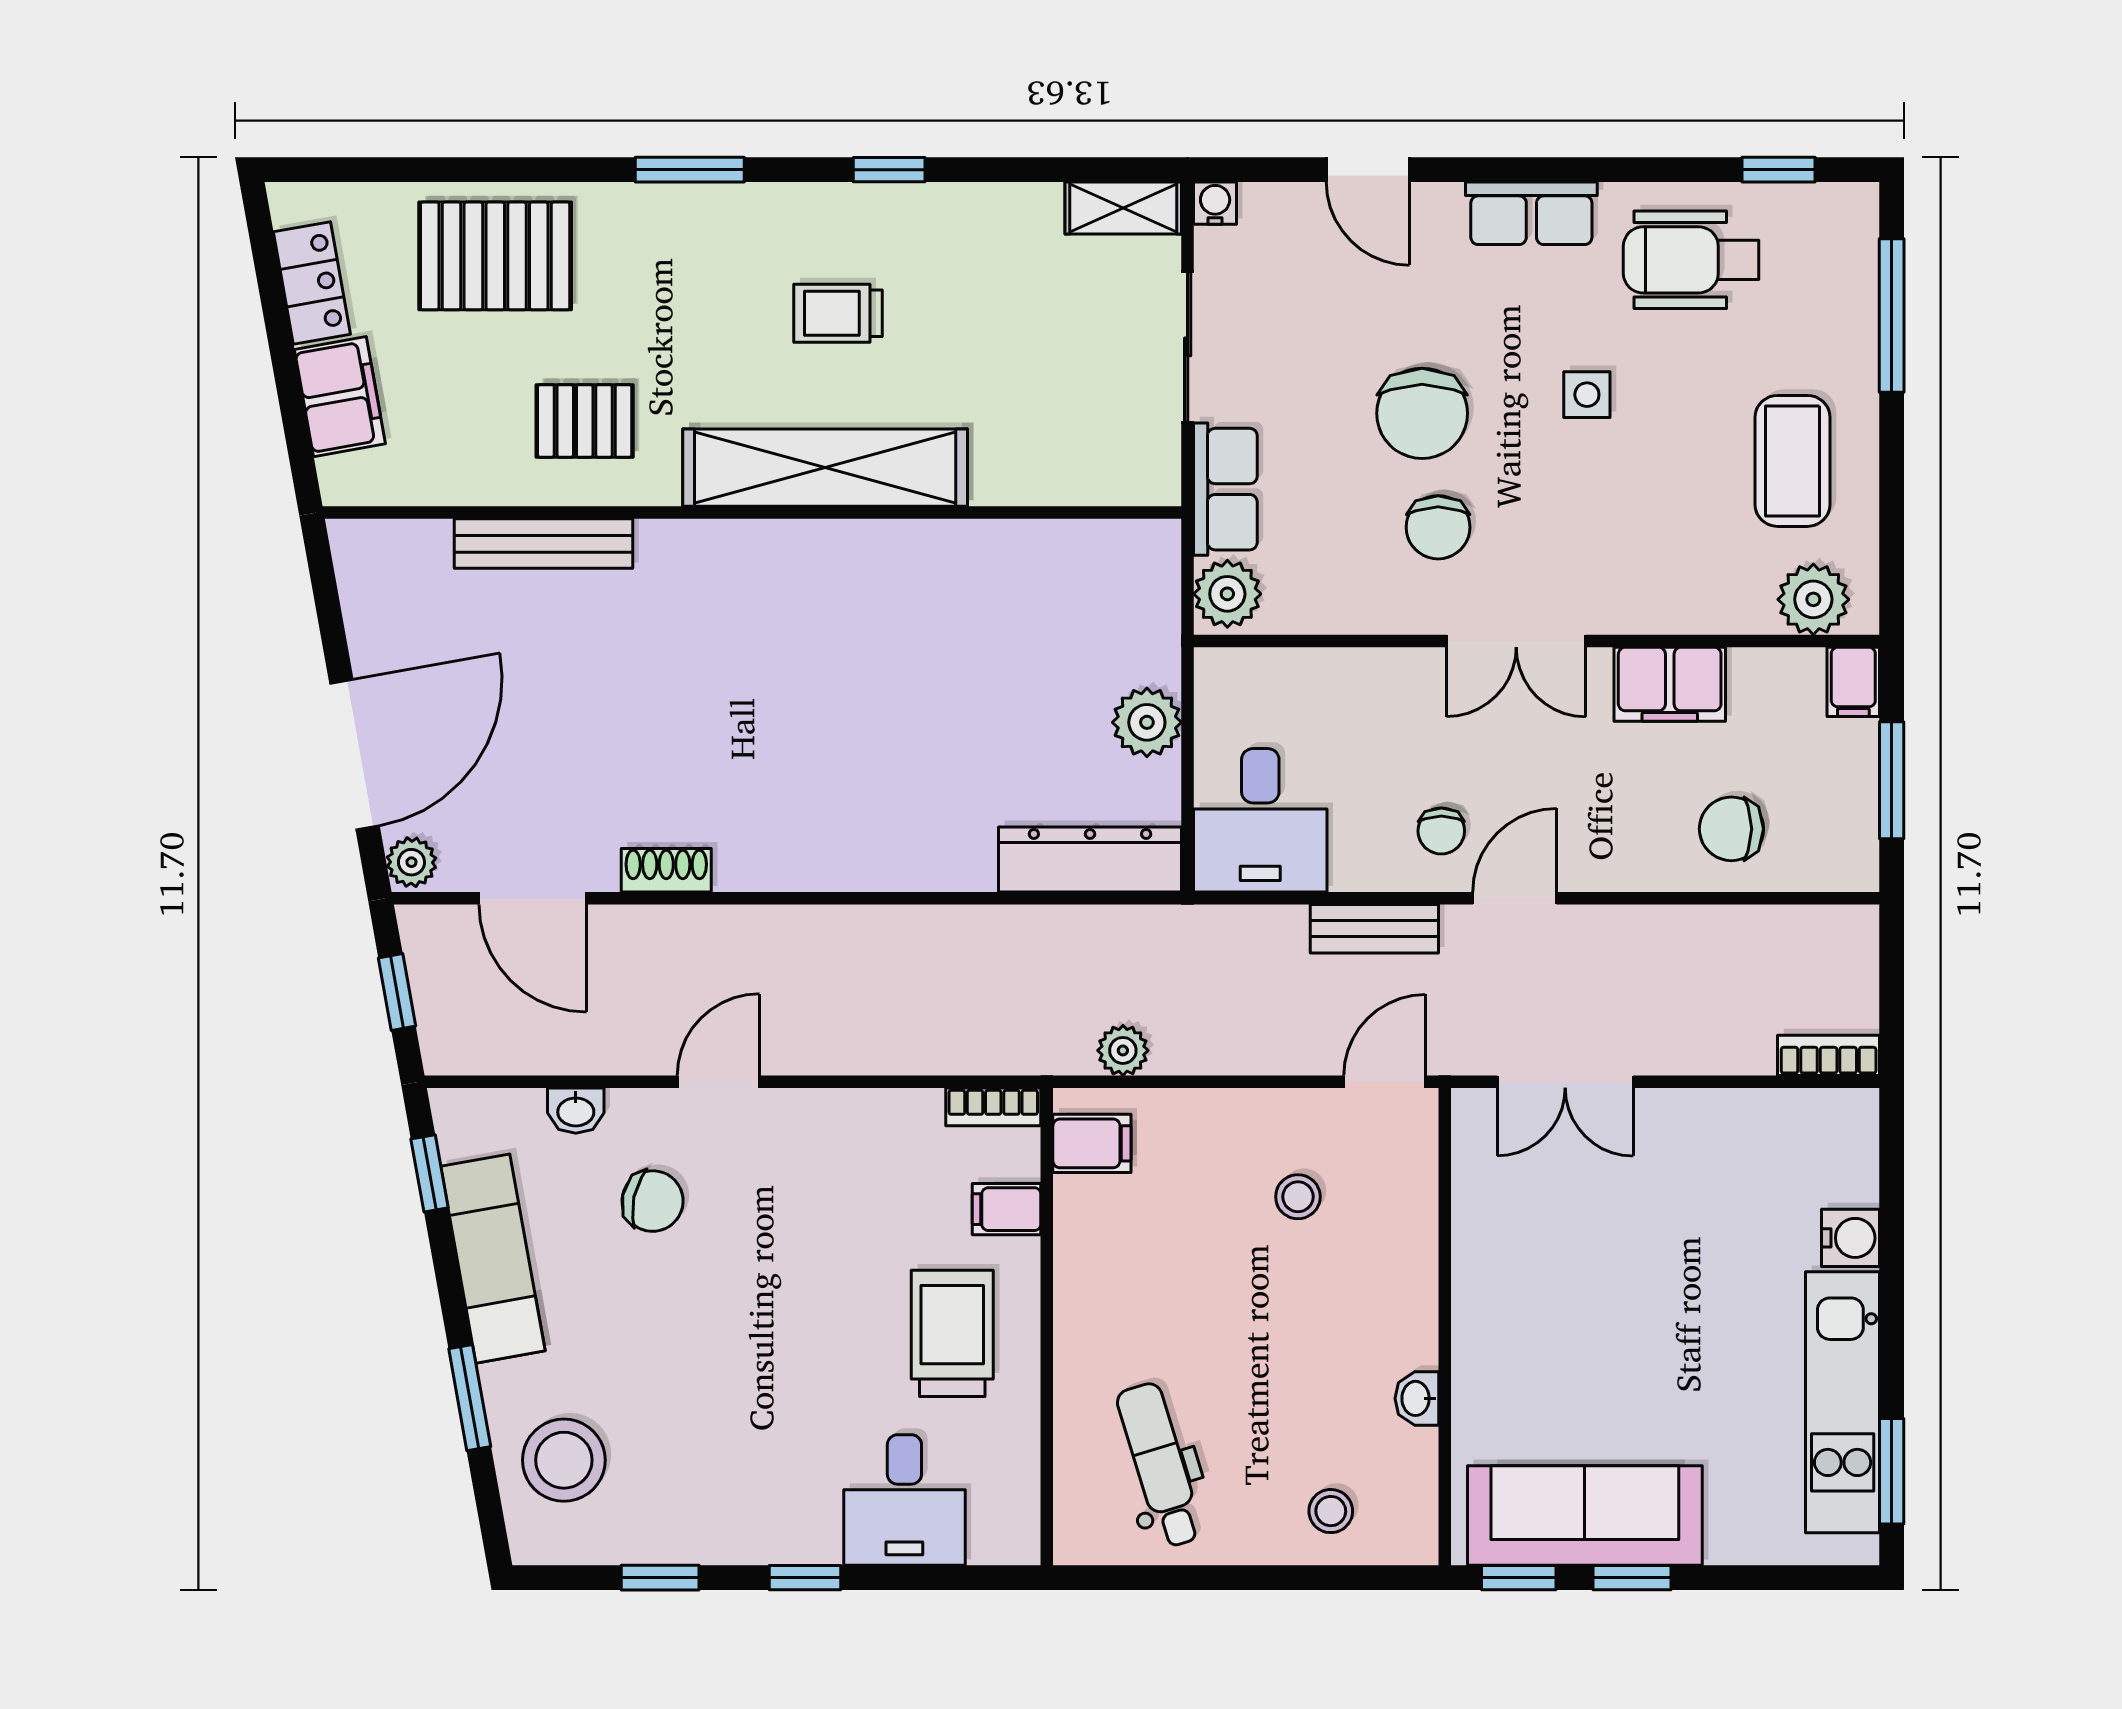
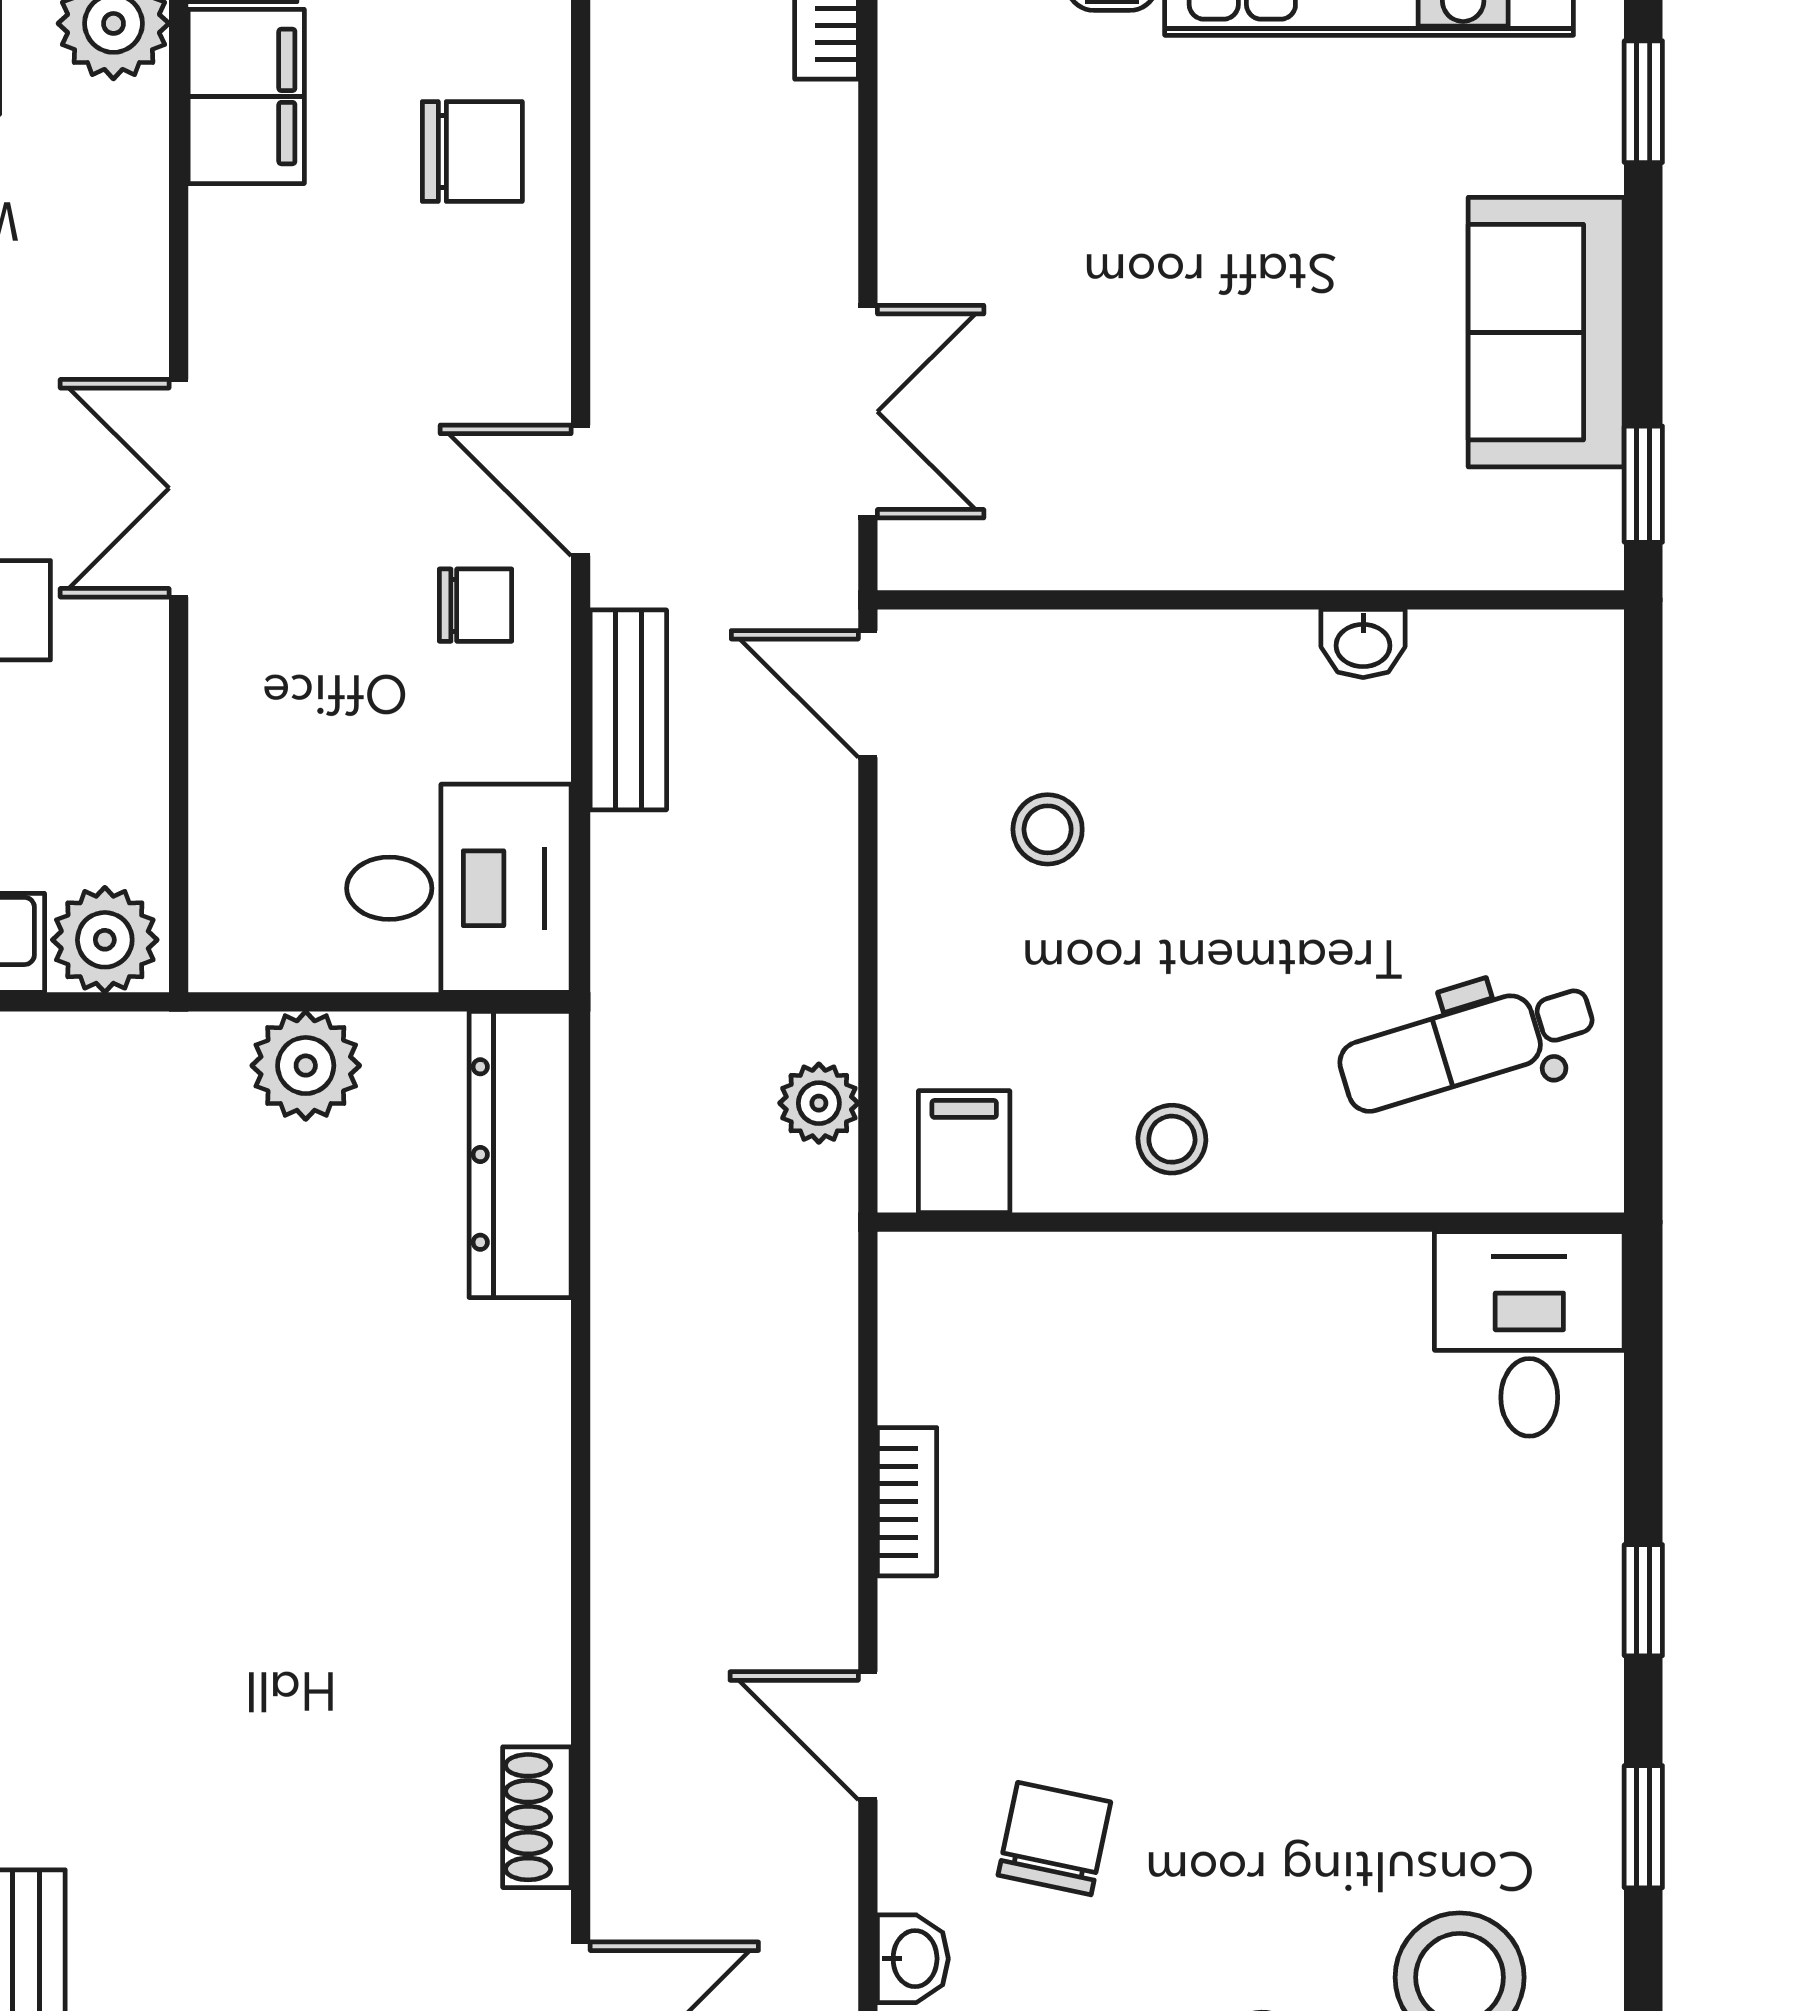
double door: (1516, 641) -> (179, 488), swing flipped
filing cabinet: (1670, 684) -> (246, 96), moved
chair: (1731, 829) -> (472, 151), turned -90
bookcase: (993, 1107) -> (907, 1502), moved
filing cabinet: (1006, 1209) -> (1067, 1285), removed
trolley: (952, 1333) -> (1261, 1370), removed
desk: (904, 1500) -> (1529, 1334), moved, turned -90
stool: (1331, 1511) -> (1172, 1139), moved
sofa: (1585, 1516) -> (1546, 332), width x0.73
window: (1632, 1578) -> (1643, 102), moved

